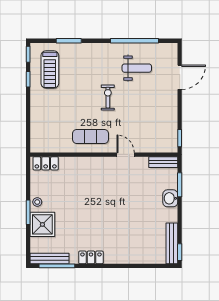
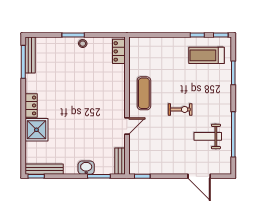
weight bench: (137, 68) -> (208, 136), turned 90
shower: (42, 224) -> (36, 130), moved
locker: (91, 257) -> (31, 105), moved

